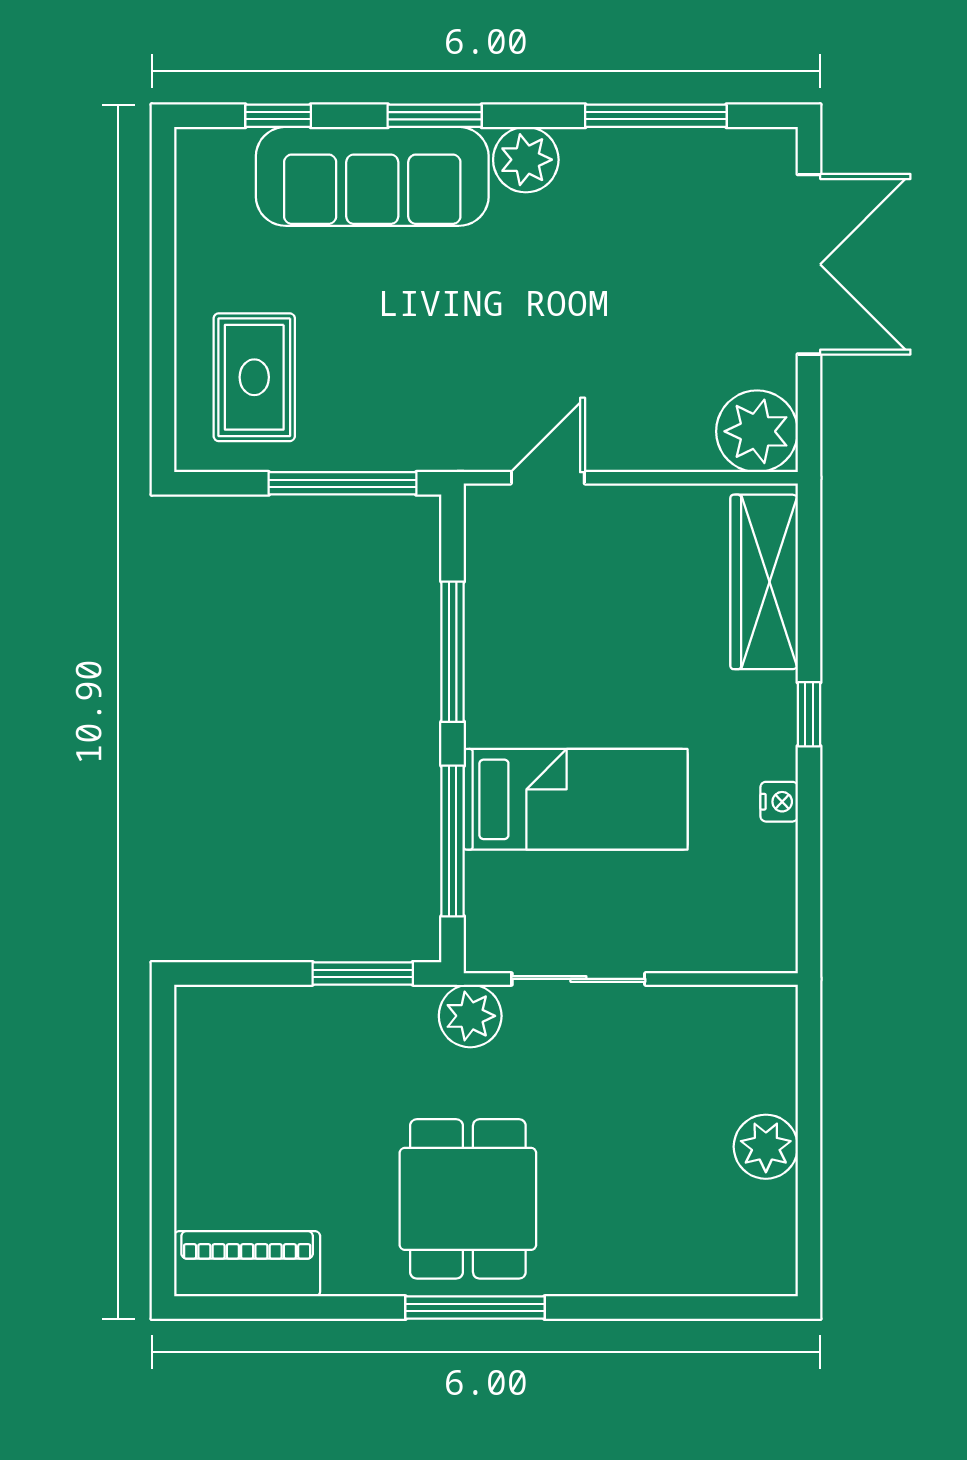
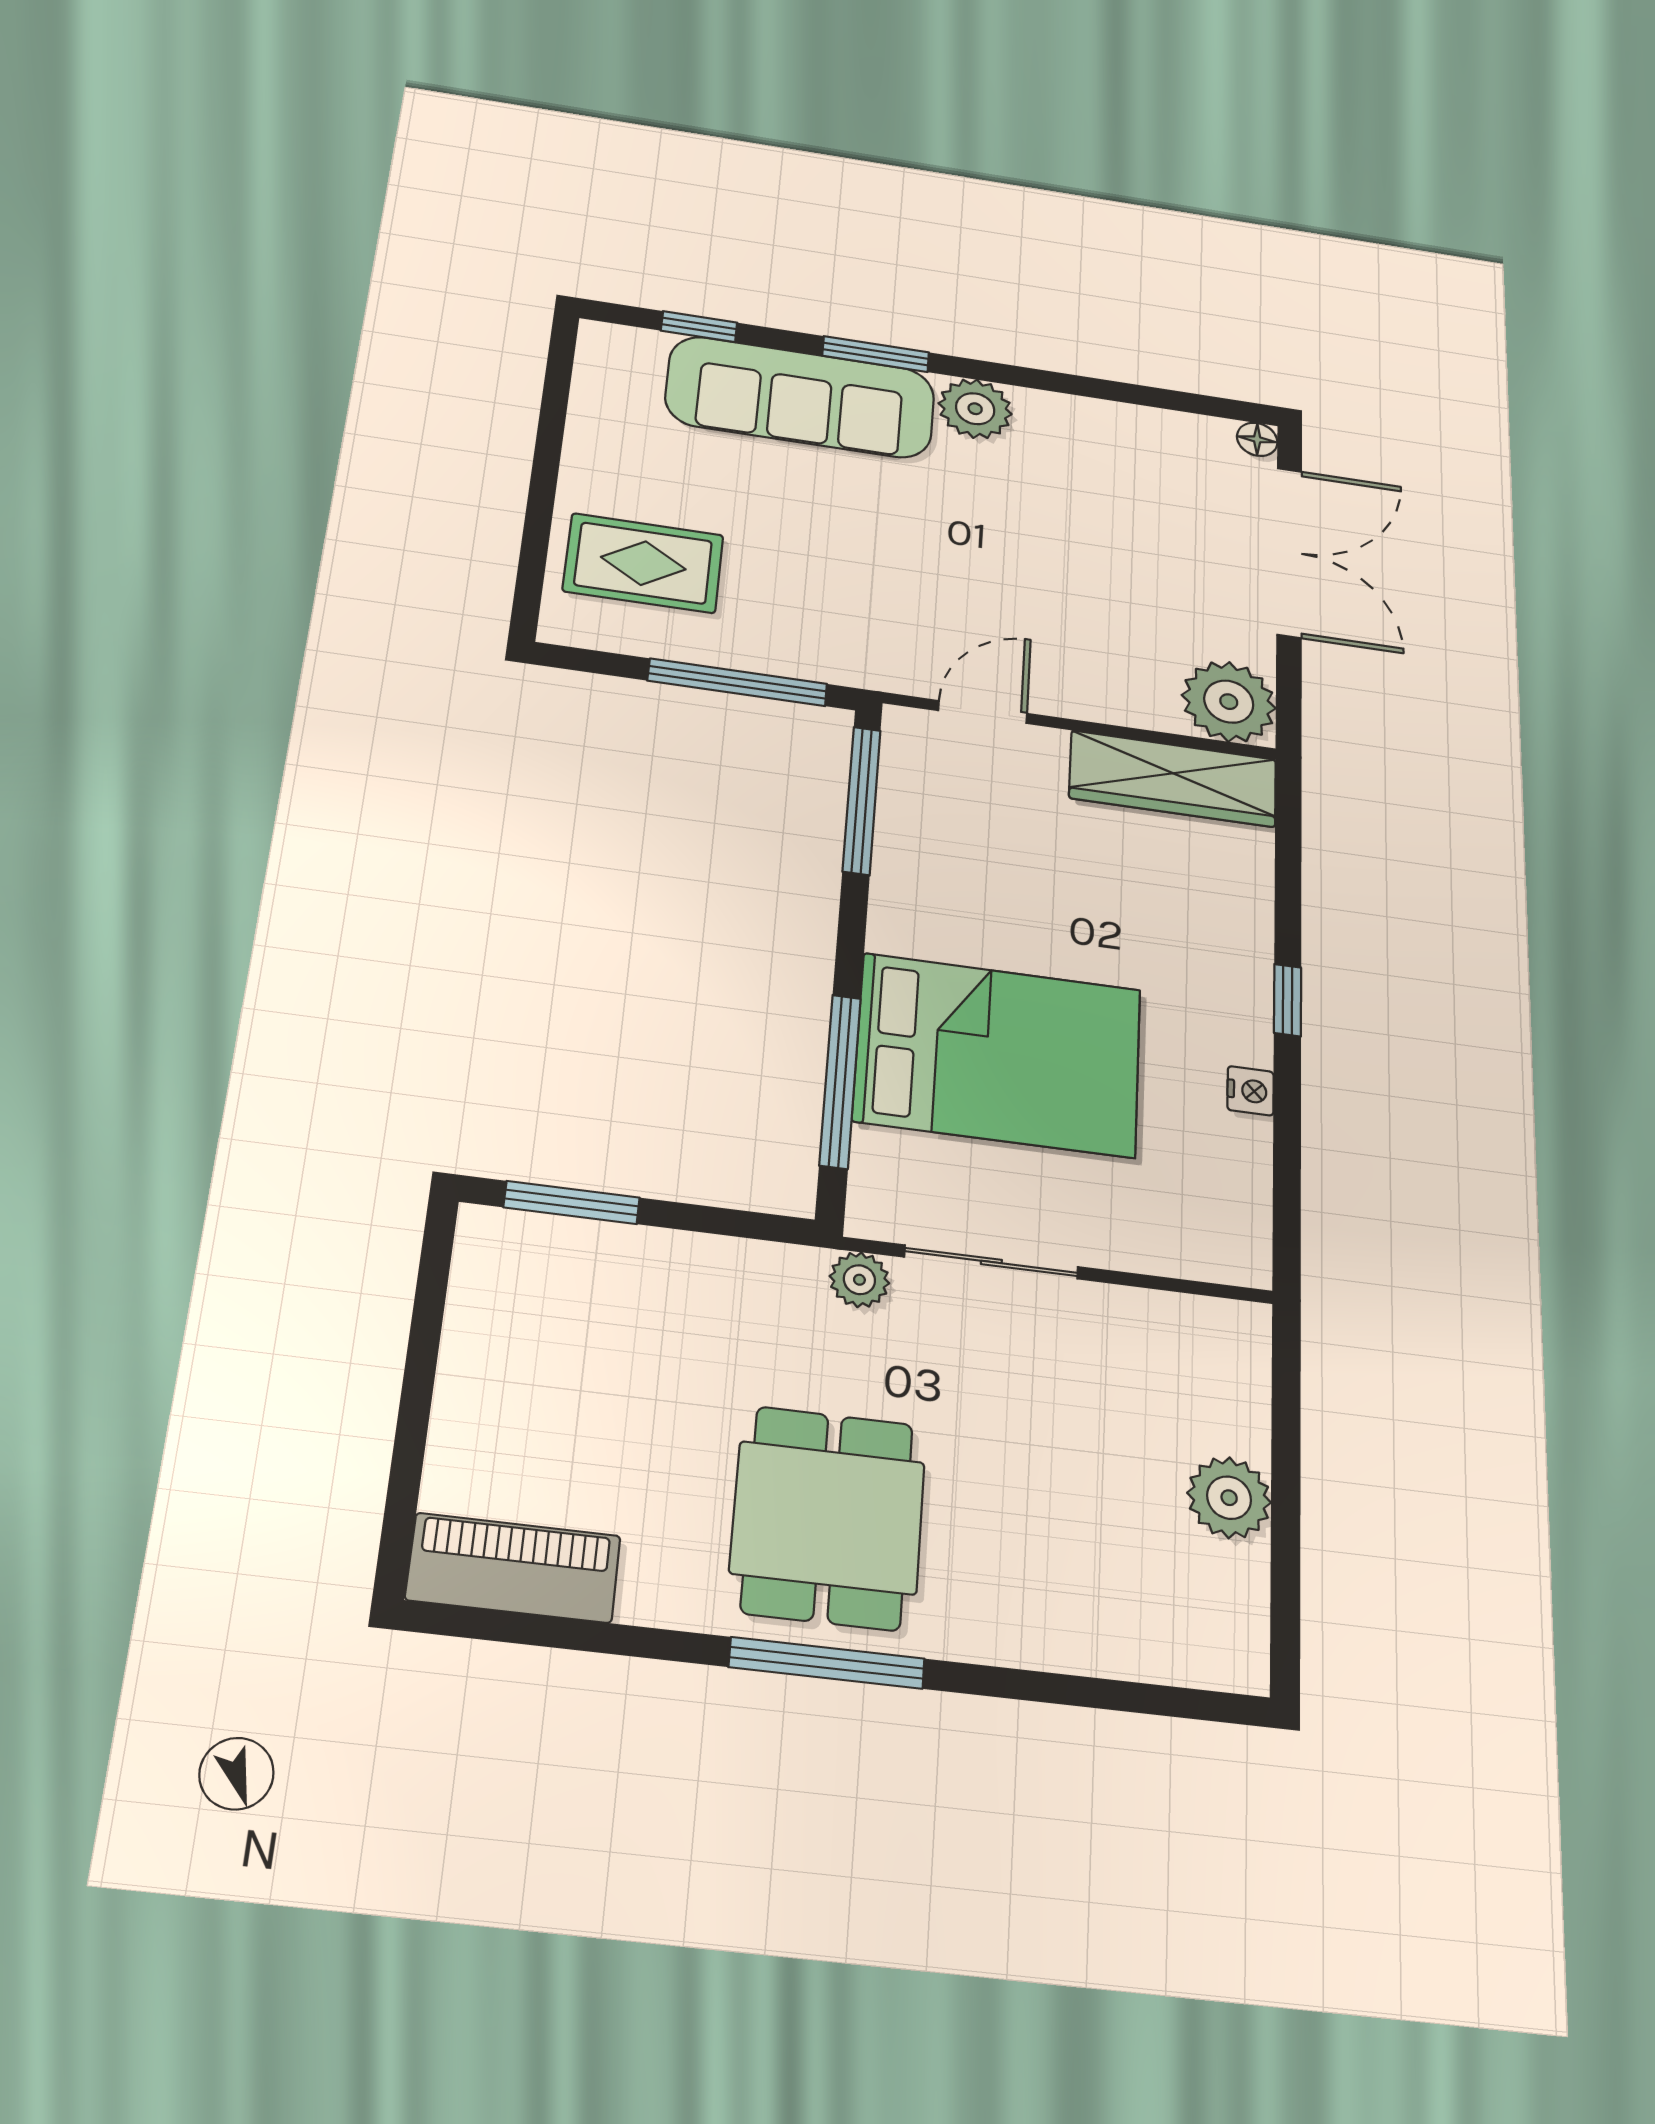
window: (656, 116) -> (1122, 392), removed
floor lamp: (779, 145) -> (1257, 439), added
rug: (254, 377) -> (643, 563), turned 90
wardrobe: (764, 582) -> (1173, 779), moved, turned -90
window: (453, 652) -> (862, 800), moved
bed: (576, 799) -> (998, 1055), width x1.50
window: (363, 973) -> (572, 1202), moved
plant: (470, 1016) -> (859, 1280), width x0.73, depth x0.73

